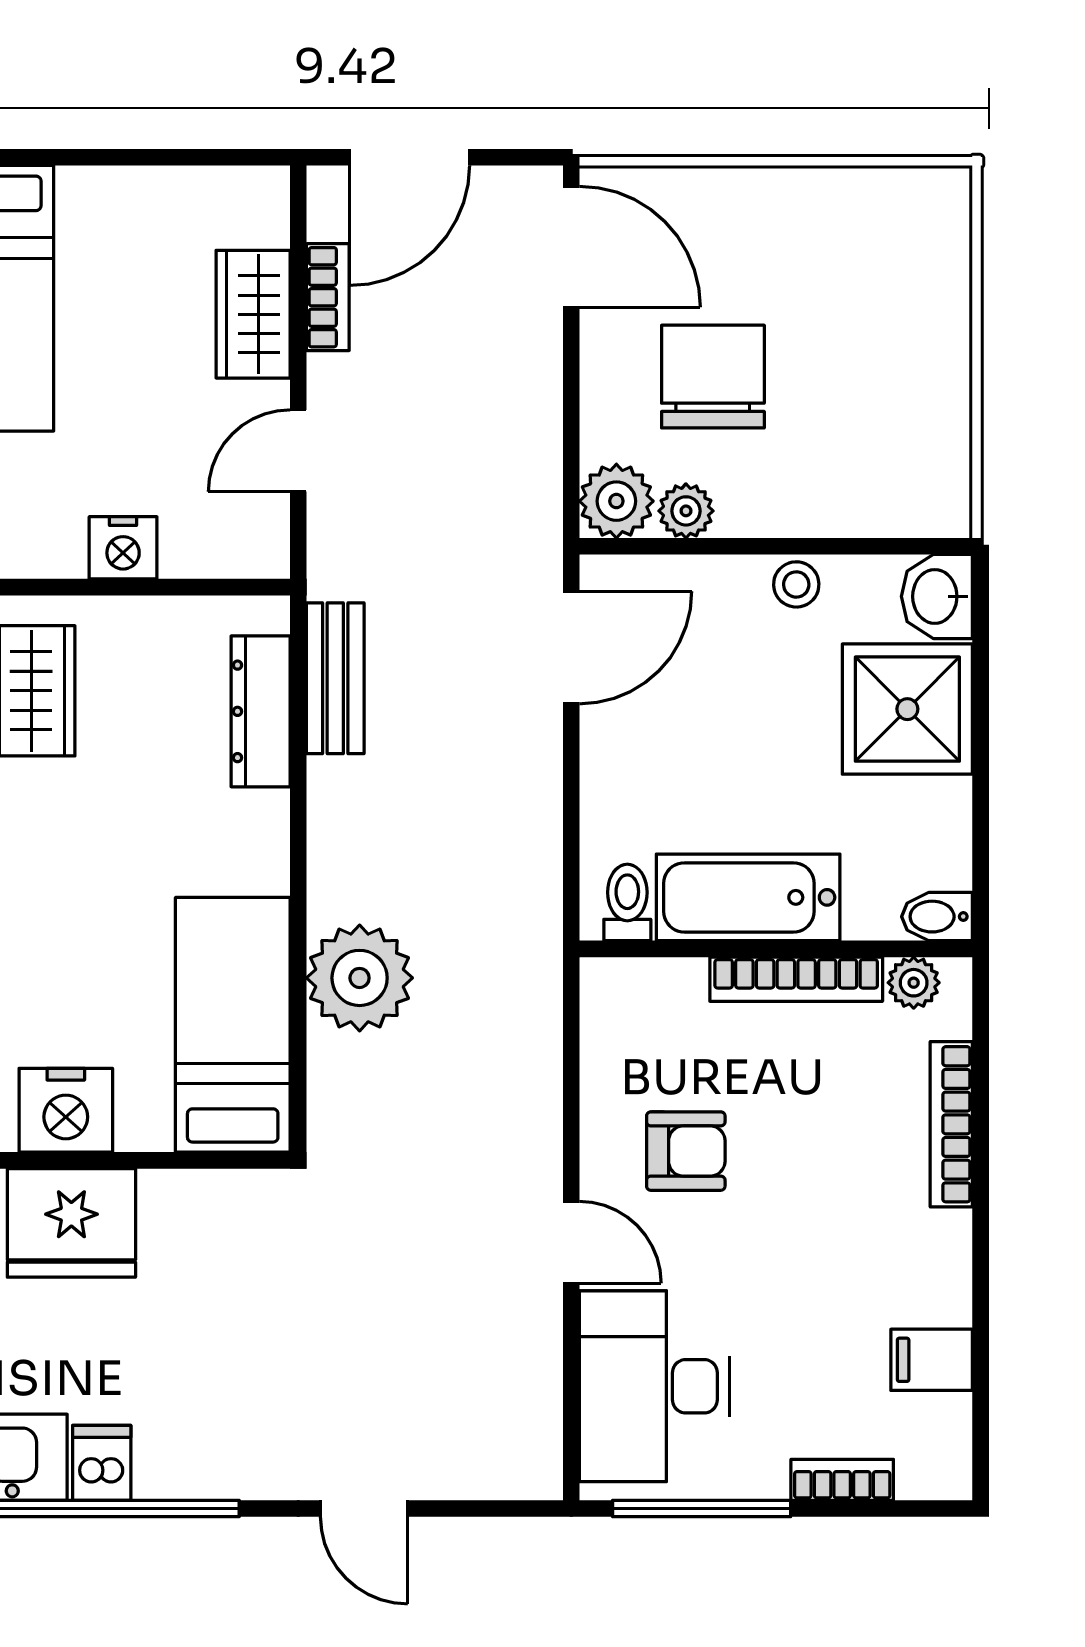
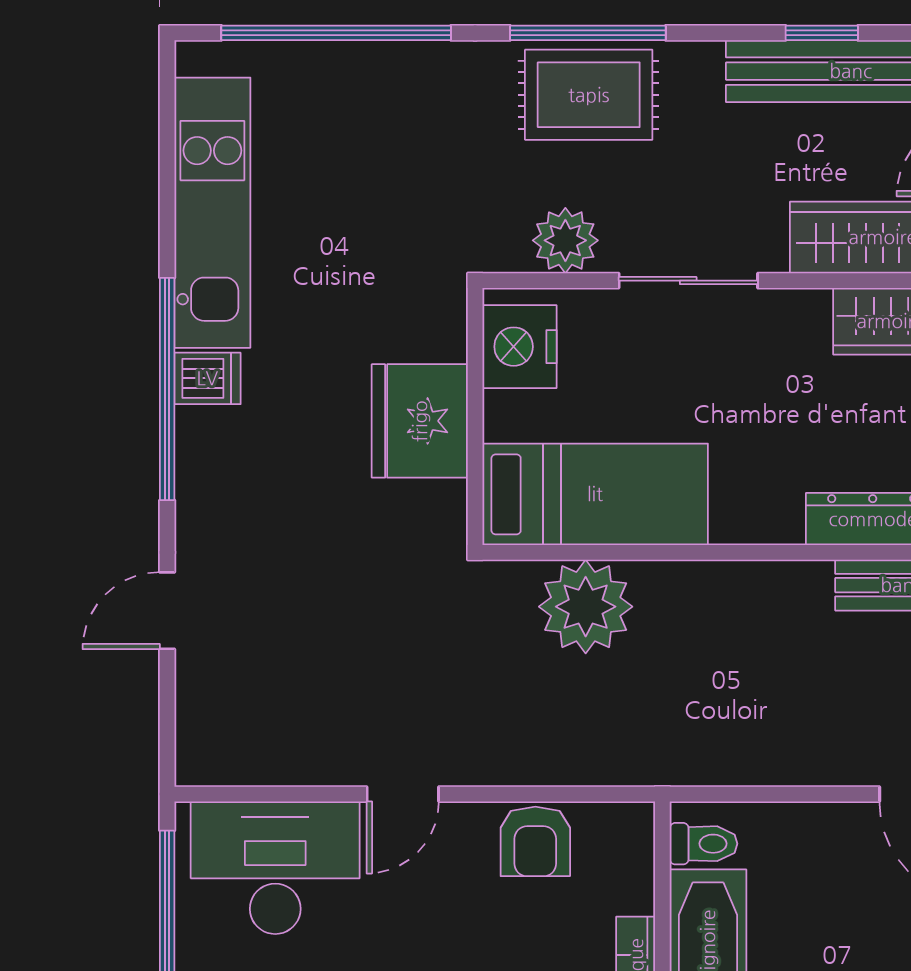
plant: (360, 978) -> (586, 607), moved
armchair: (686, 1151) -> (535, 841), moved
fridge: (71, 1223) -> (420, 421), moved

